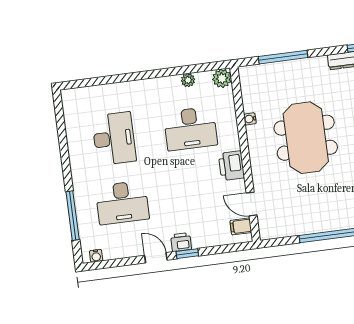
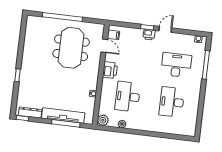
tv unit: (291, 69) -> (63, 116), added
desk: (190, 129) -> (128, 97), turned -90
meeting table: (306, 138) -> (71, 48), moved
door: (156, 258) -> (165, 29), swing flipped

